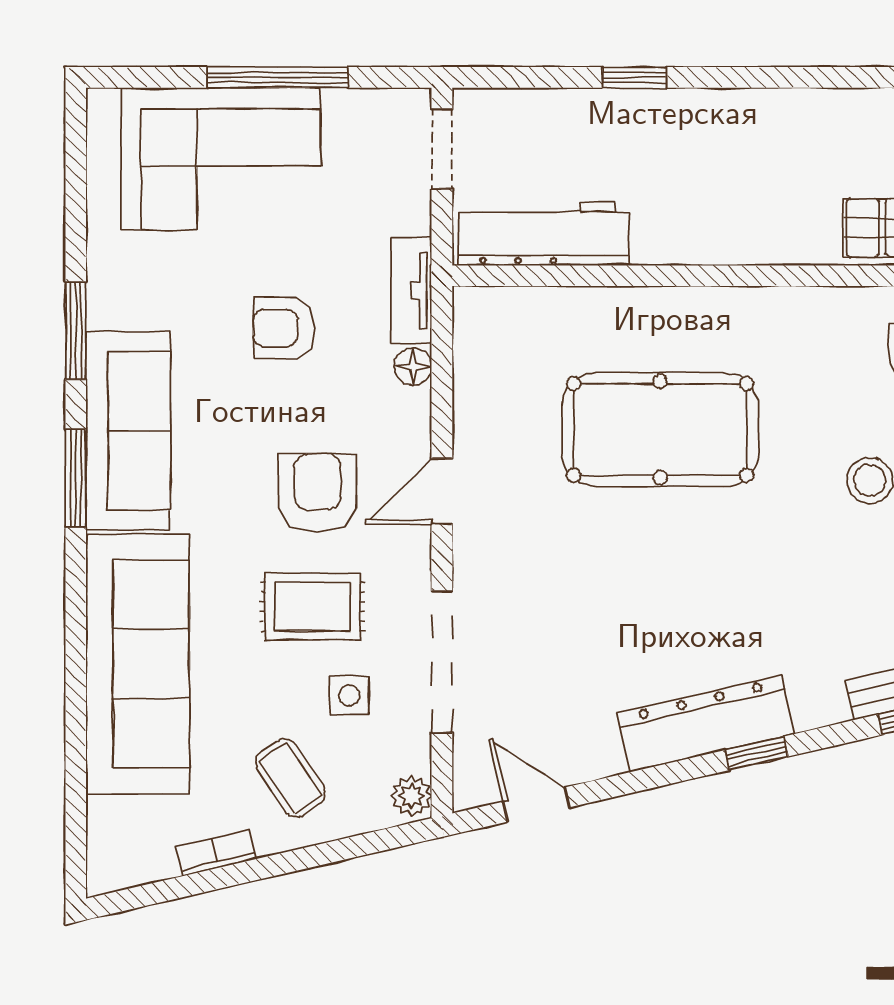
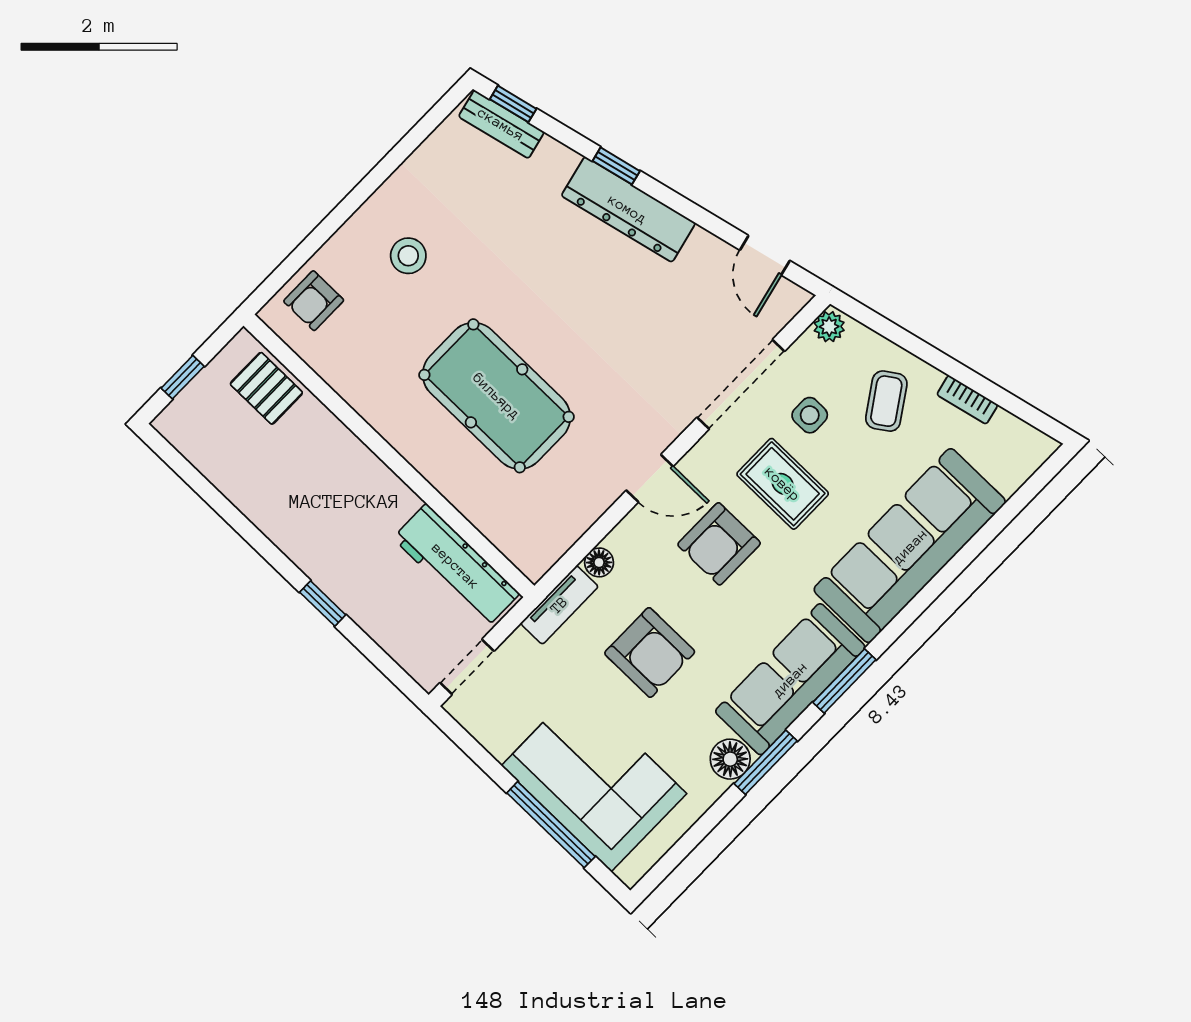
window: (278, 77) -> (551, 825), moved
floor lamp: (112, 301) -> (730, 759), added
armchair: (284, 328) -> (650, 652), width x1.38, depth x1.38

